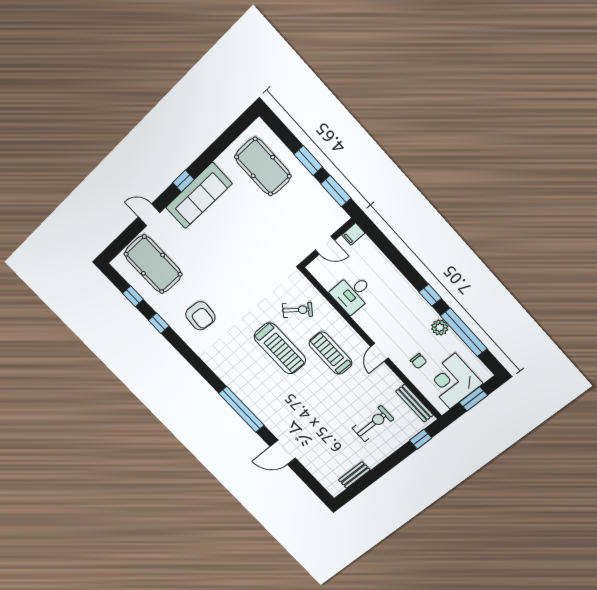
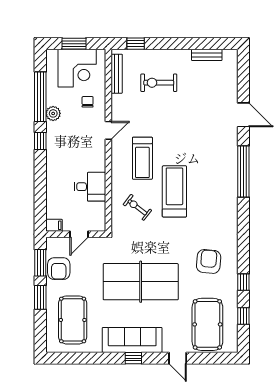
armchair: (315, 200) -> (59, 269), added
door: (325, 245) -> (79, 234), swing flipped
table tennis table: (238, 251) -> (141, 282), added

